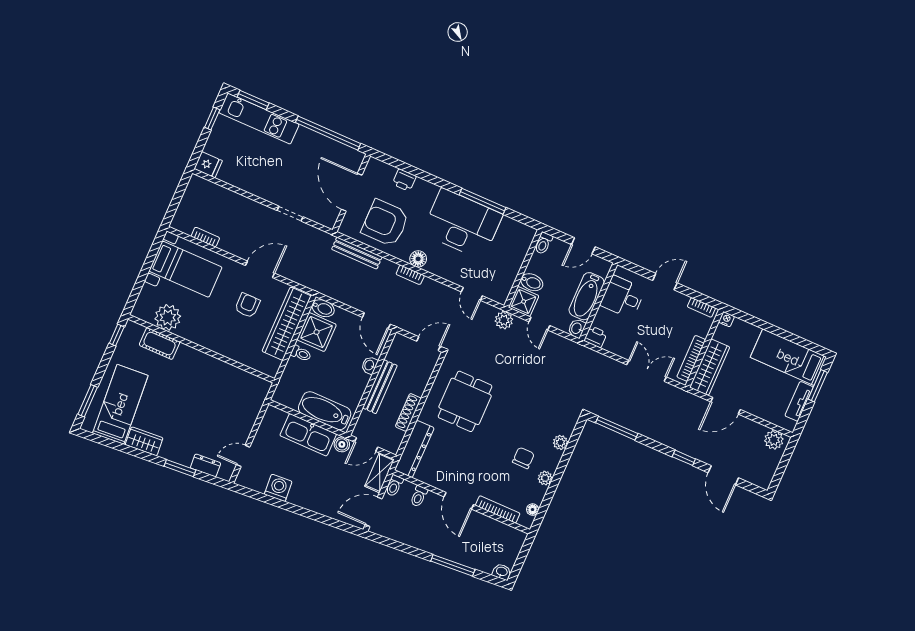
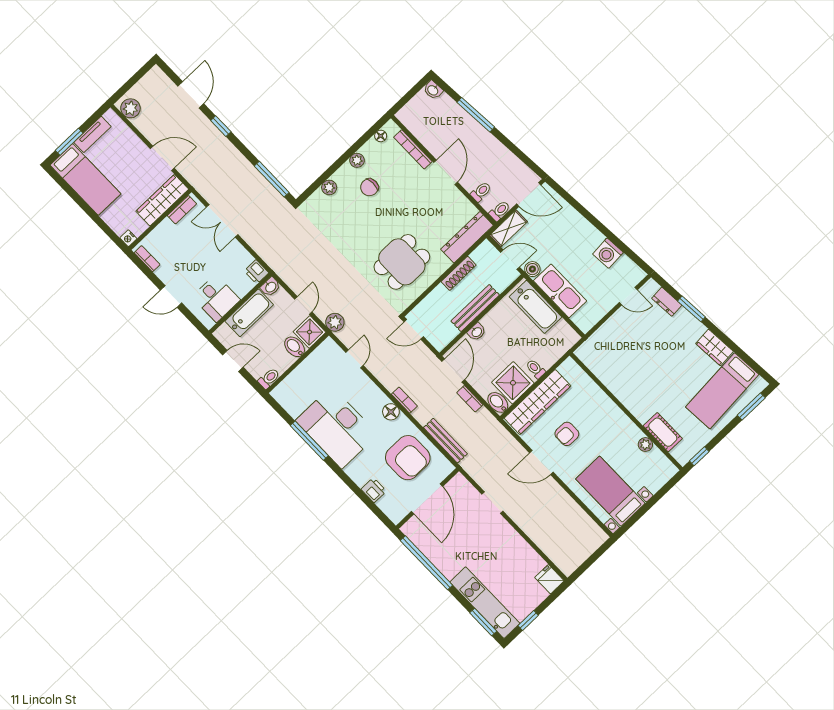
bookcase: (205, 237) -> (470, 399), moved
plant: (168, 317) -> (645, 445), width x0.53, depth x0.53
bookcase: (691, 358) -> (182, 210), width x0.64

